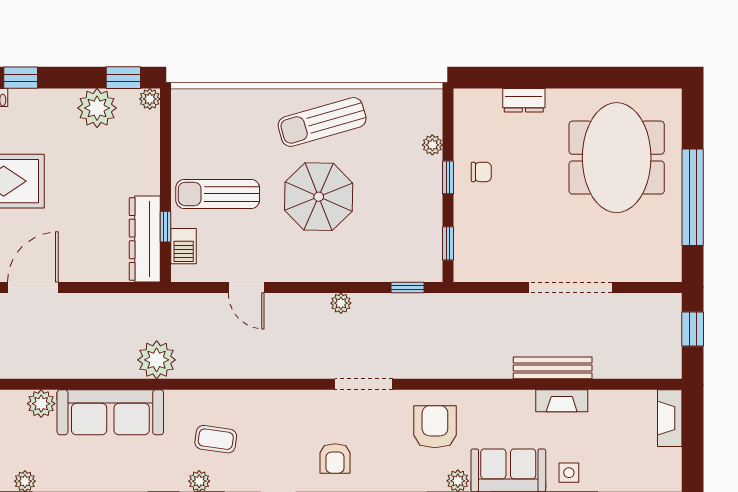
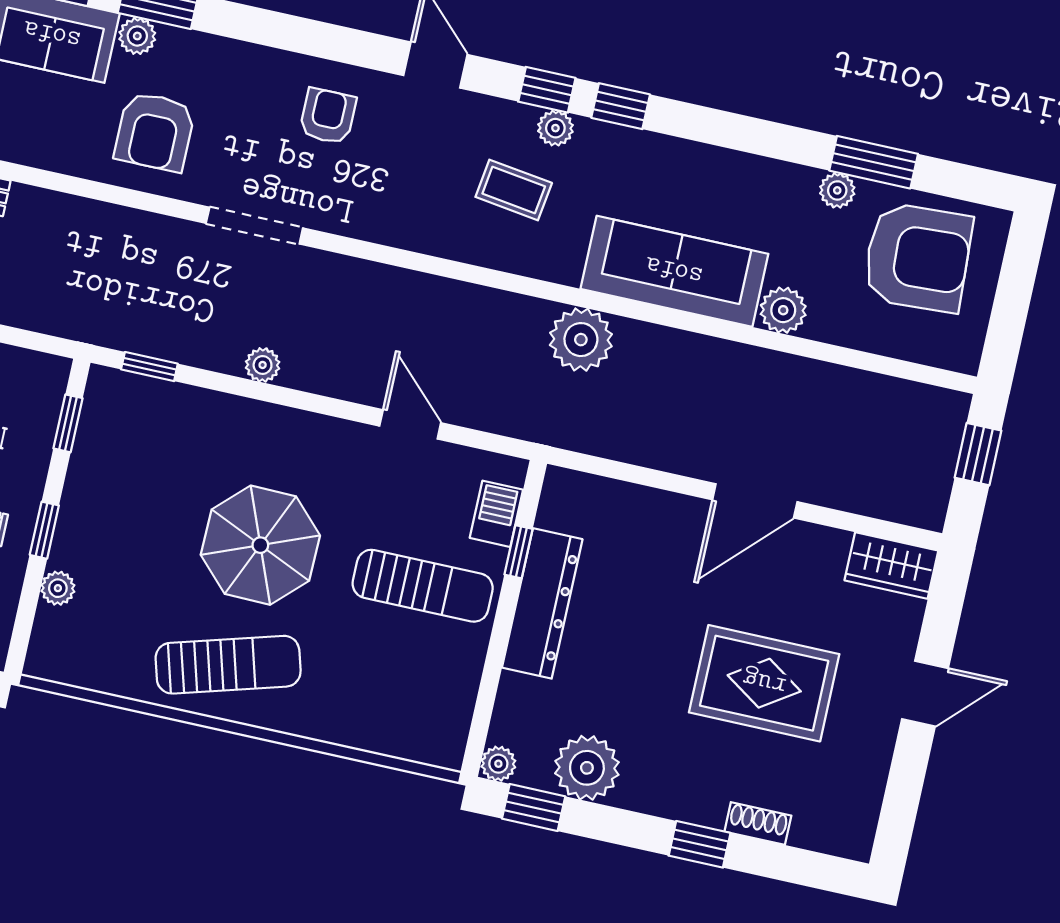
dresser: (145, 239) -> (542, 603), moved

